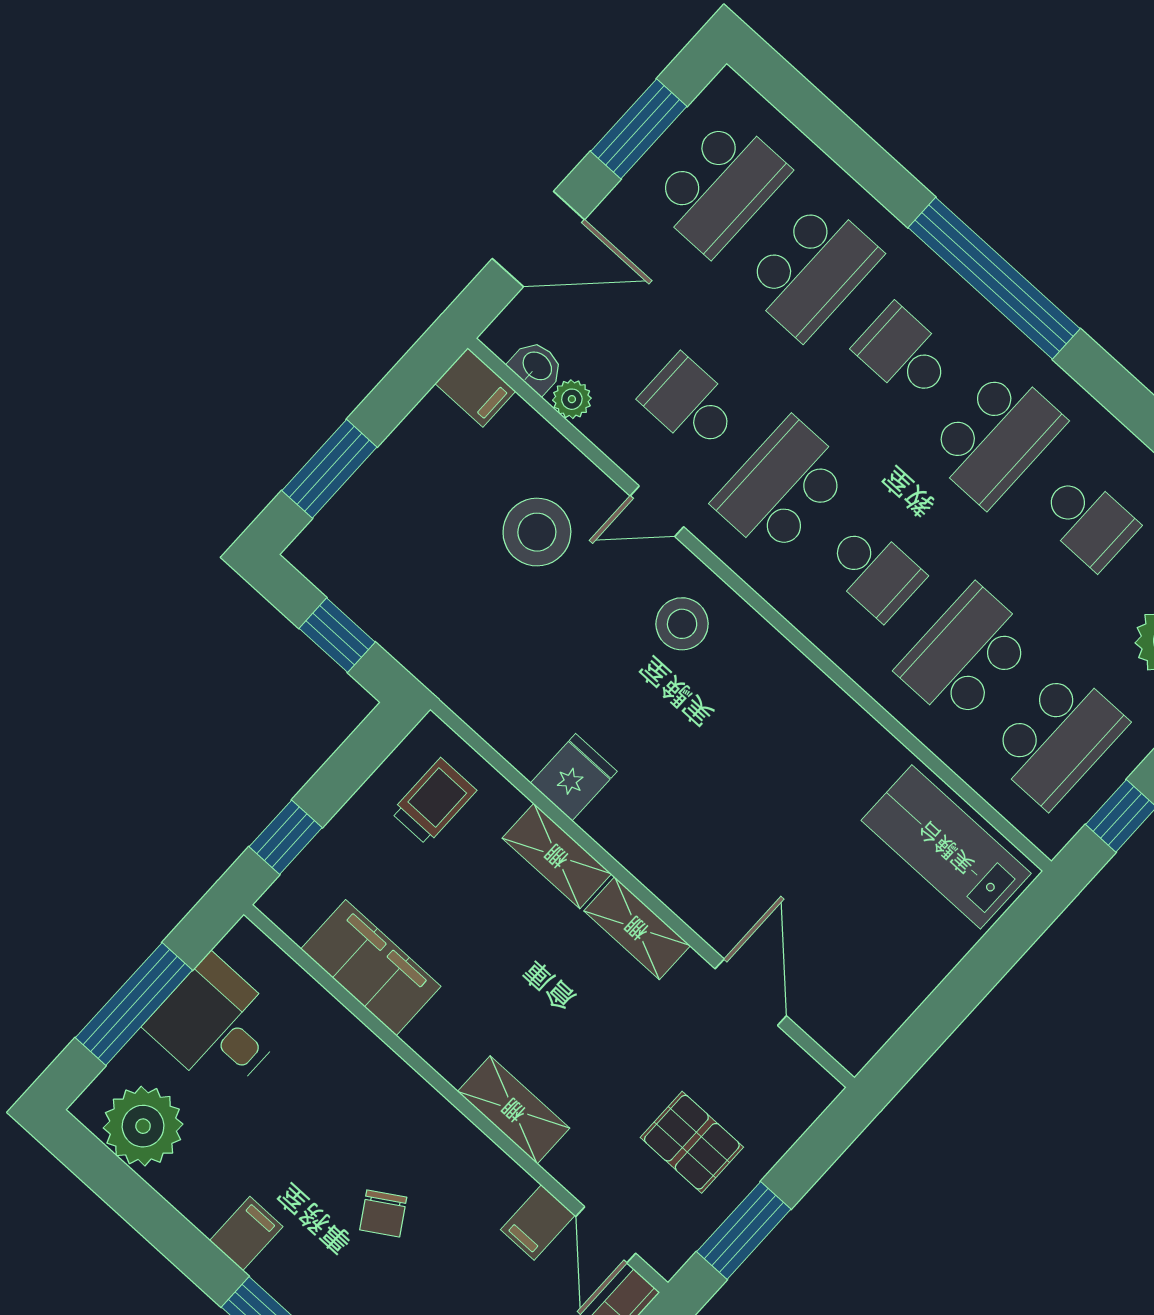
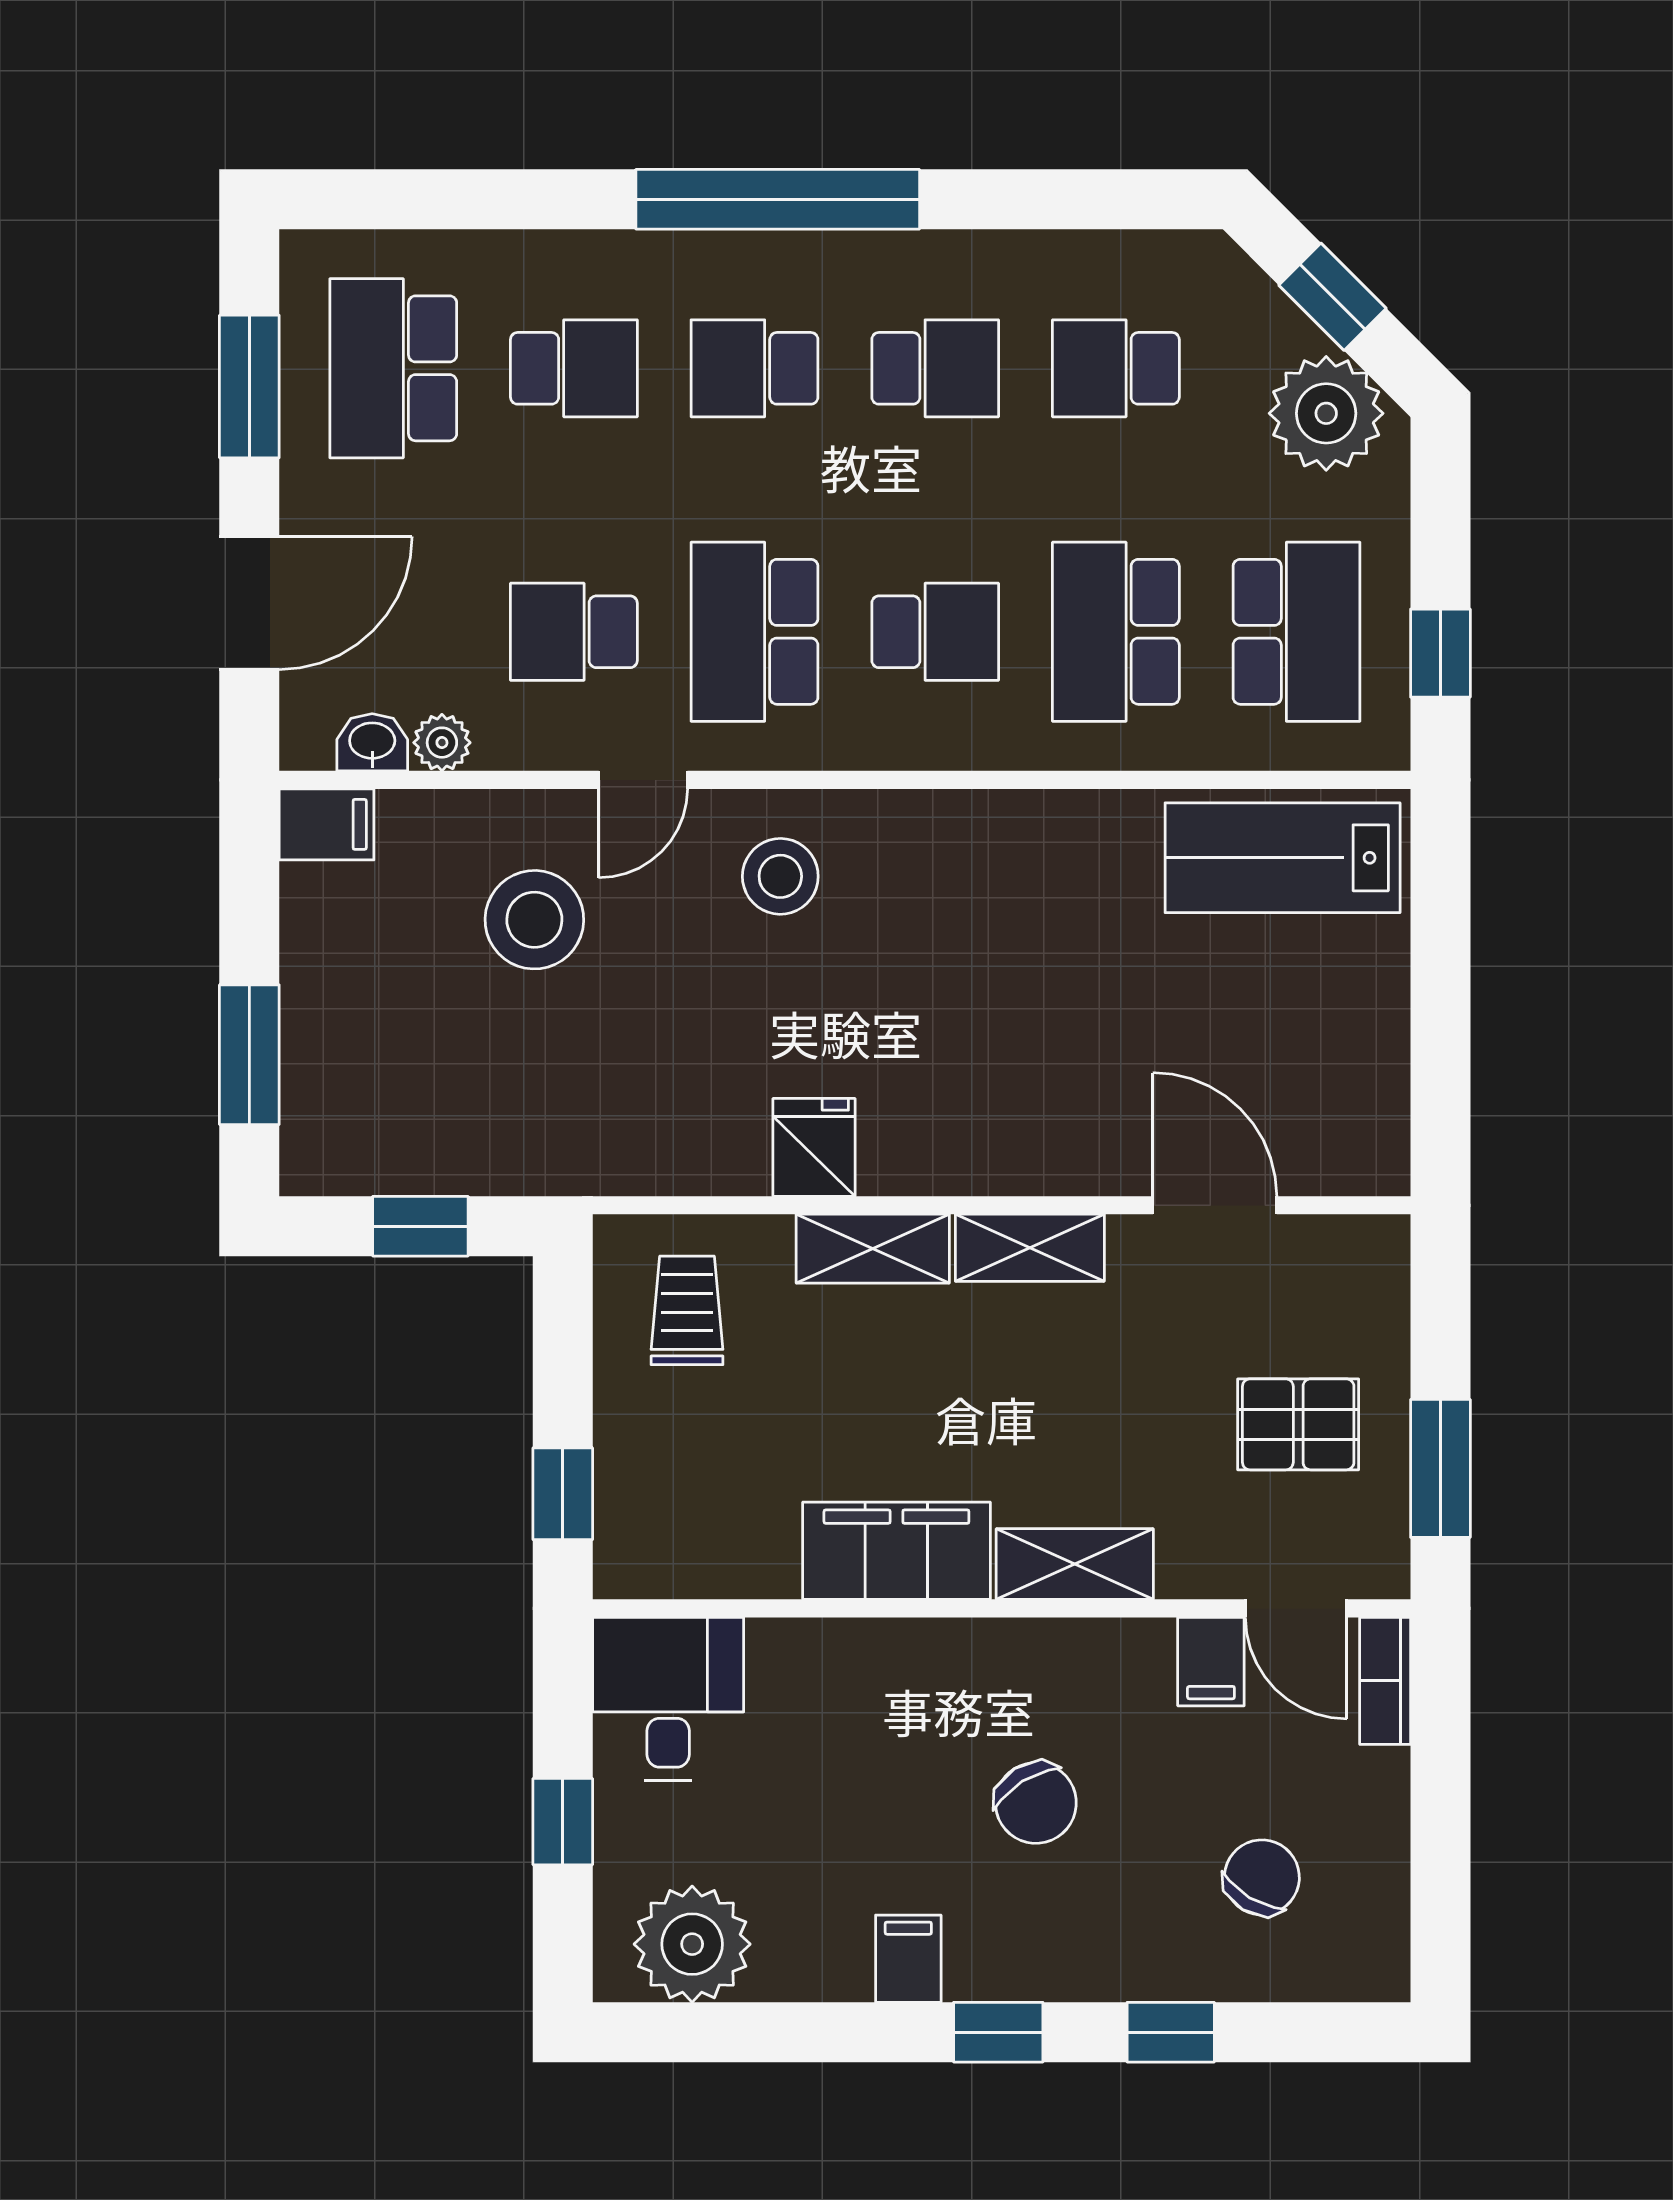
school desk: (720, 186) -> (393, 368), turned 180
school desk: (812, 270) -> (574, 368), width x0.54
school desk: (996, 437) -> (935, 368), width x0.54
school desk: (1088, 521) -> (1116, 368), turned 180
filing cabinet: (371, 968) -> (896, 1551), moved
window: (134, 1004) -> (563, 1822), width x0.46
desk: (217, 1026) -> (668, 1699), moved, turned 90
chair: (383, 1213) -> (1036, 1803), width x1.37, depth x1.37

